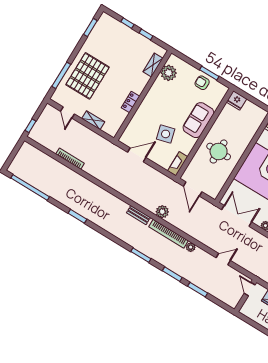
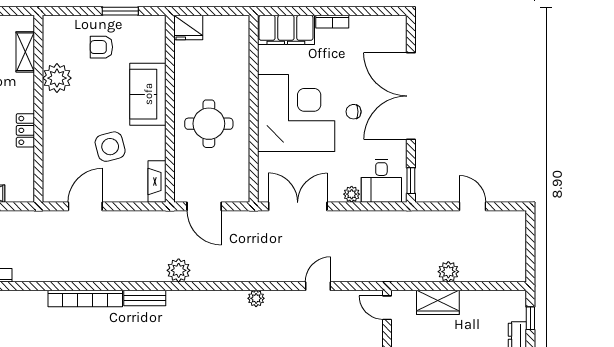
plant: (169, 73) -> (57, 78), moved
armchair: (202, 83) -> (101, 47), moved
bookcase: (168, 234) -> (85, 298), moved

